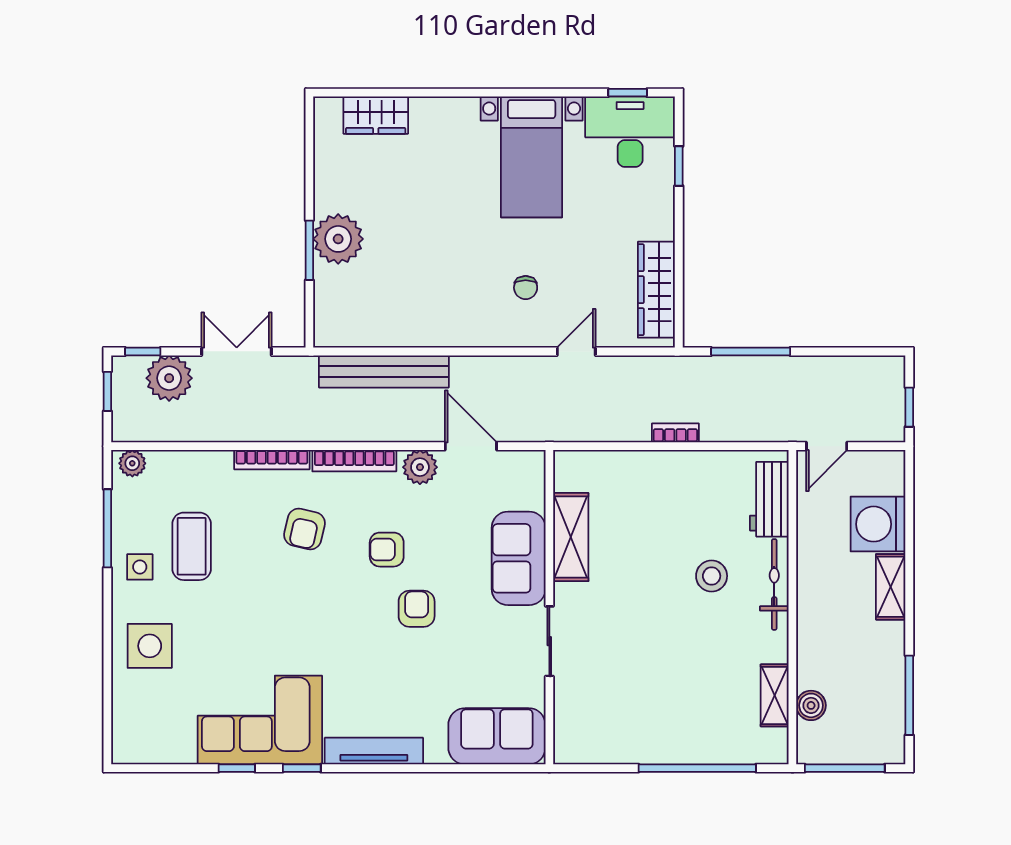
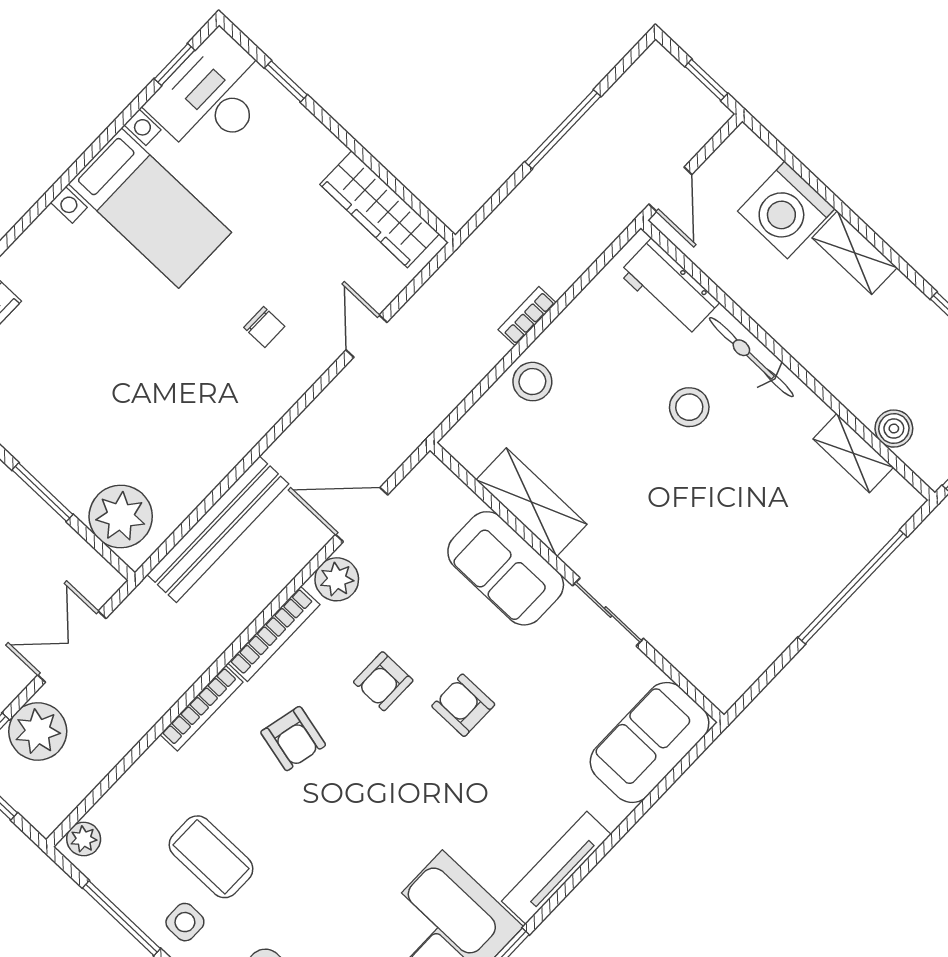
plant: (338, 239) -> (121, 516), moved
window: (751, 351) -> (563, 129), moved
stool: (641, 472) -> (532, 382), added

